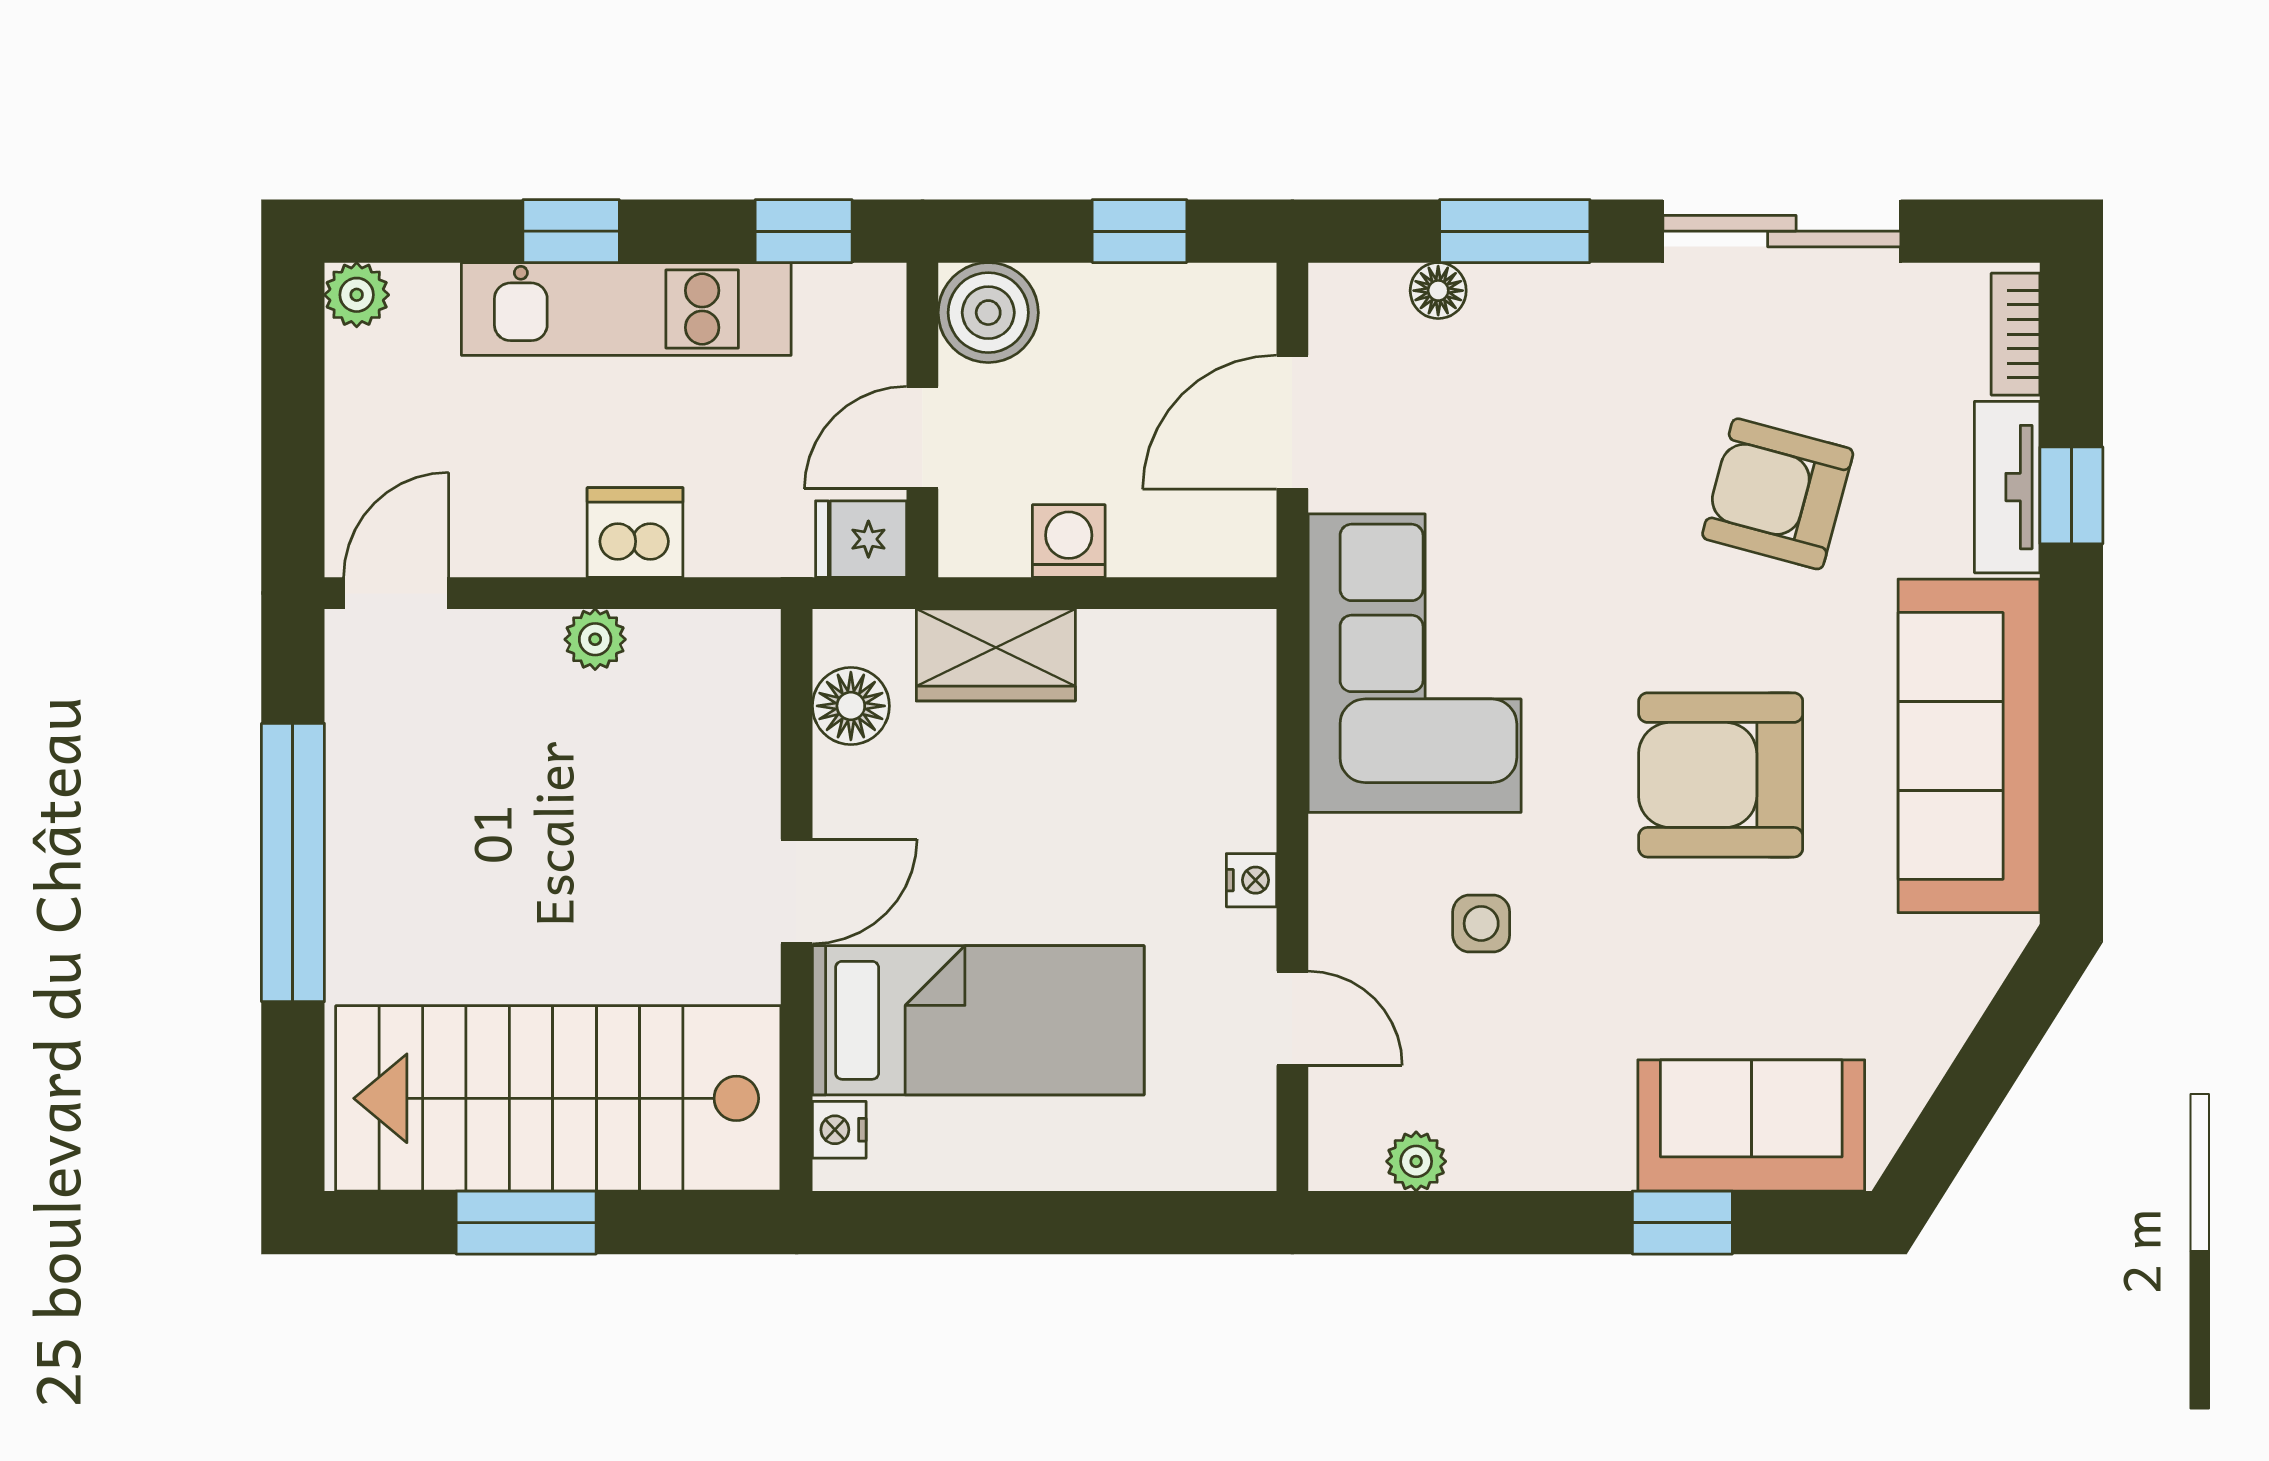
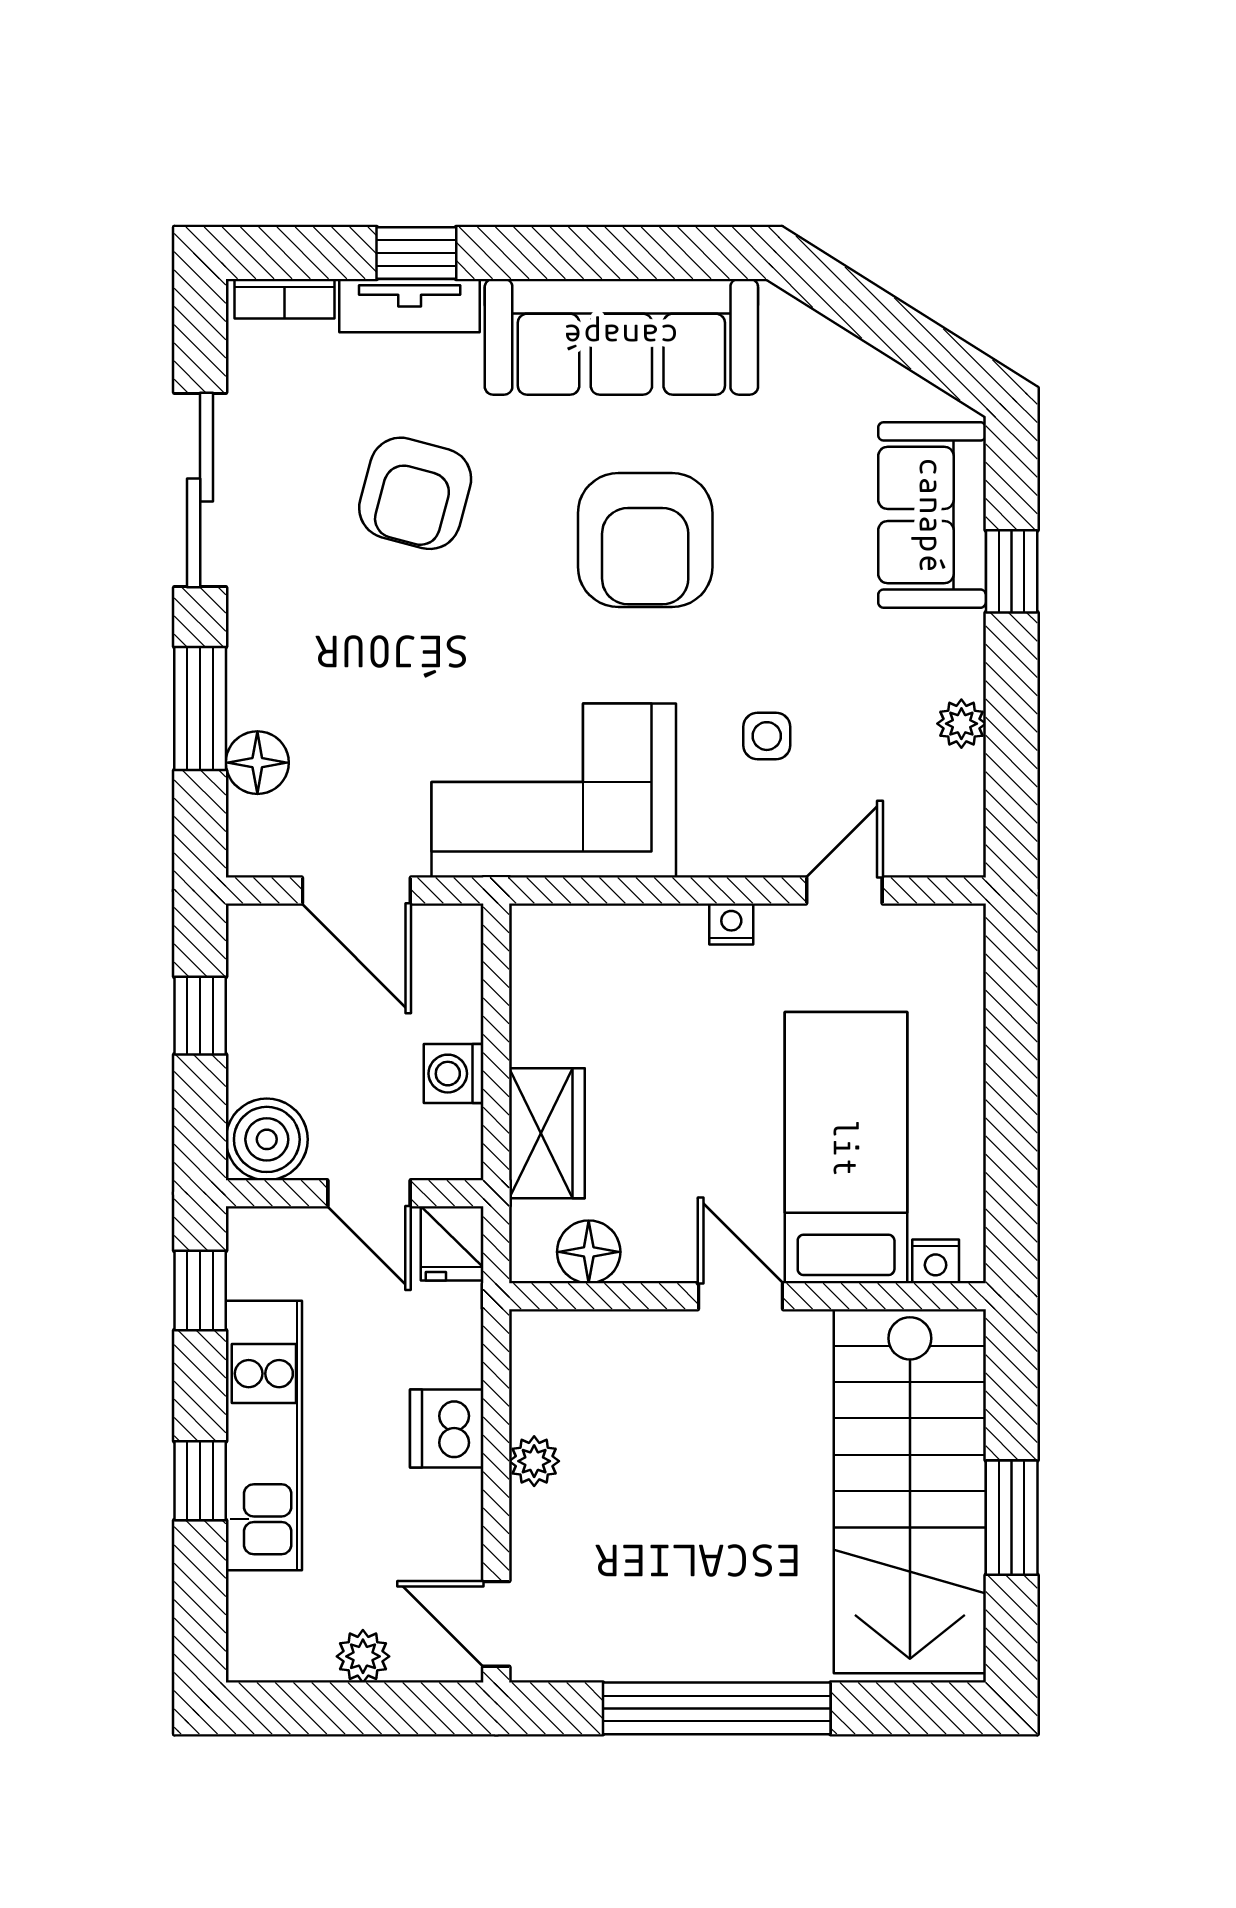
floor lamp: (1438, 291) -> (257, 763), width x1.37, depth x1.37
plant: (357, 295) -> (363, 1656), moved
plant: (1416, 1161) -> (961, 724), moved

